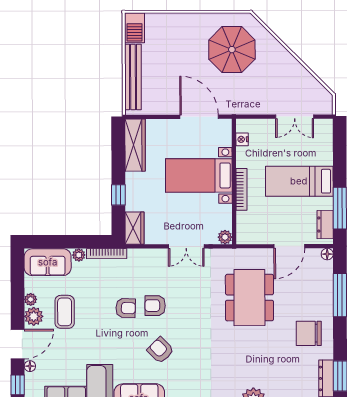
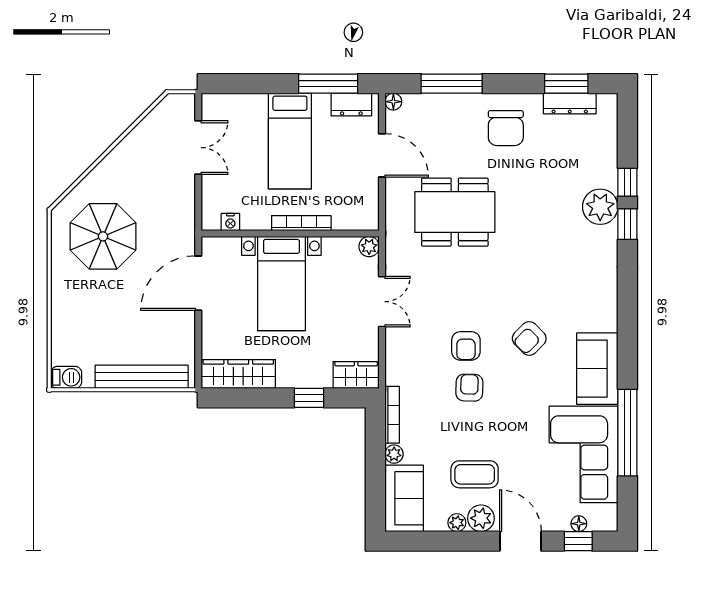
barbecue: (135, 28) -> (66, 377), width x0.73, depth x0.79
floor lamp: (30, 366) -> (579, 524), moved

